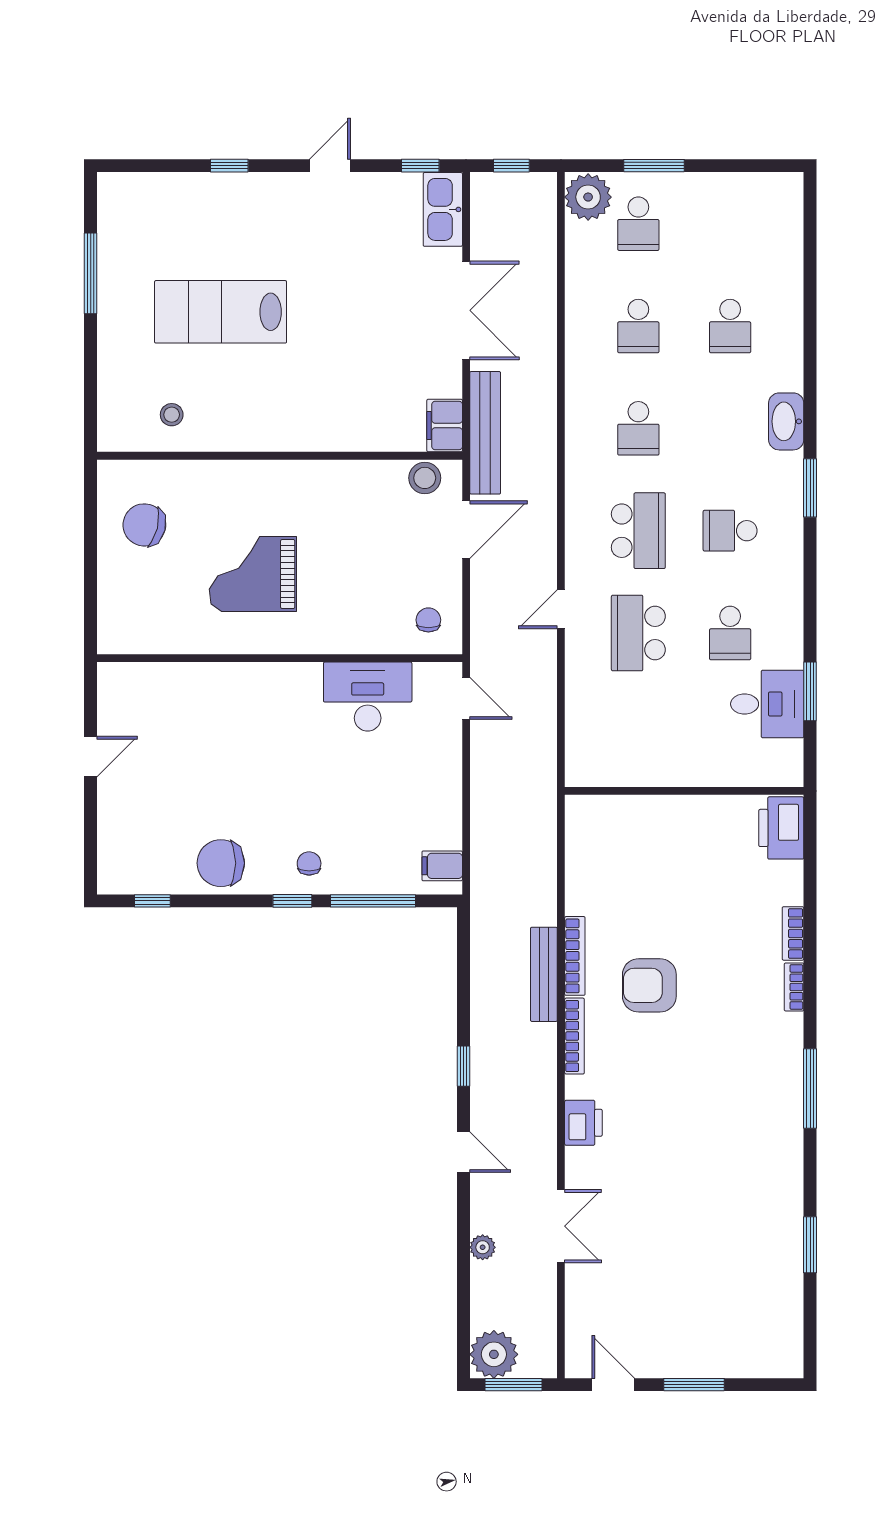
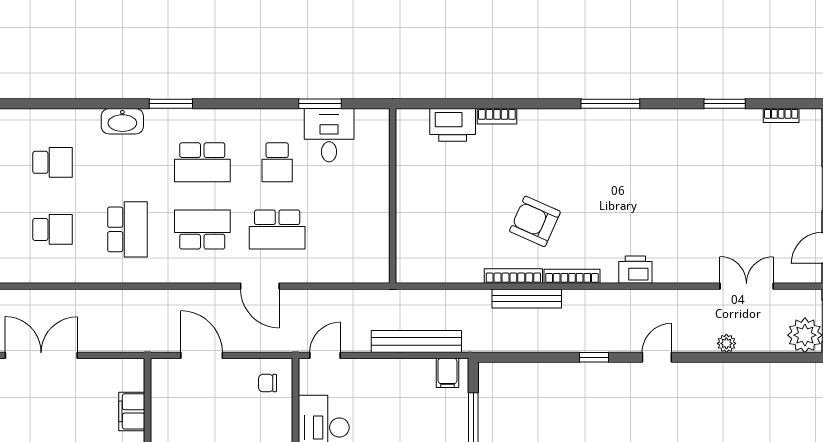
filing cabinet: (445, 426) -> (132, 411), moved, turned 90
school desk: (638, 428) -> (127, 229), width x1.85
bench: (485, 433) -> (416, 342), moved
stool: (425, 478) -> (164, 386), removed
school desk: (730, 531) -> (202, 162), width x1.85
door: (561, 609) -> (260, 286), width x1.38
school desk: (730, 633) -> (277, 162), turned 90
printer: (781, 828) -> (453, 125), moved
armchair: (649, 985) -> (535, 221), turned 114
bookcase: (794, 987) -> (781, 116), moved
double door: (561, 1226) -> (747, 286), moved

